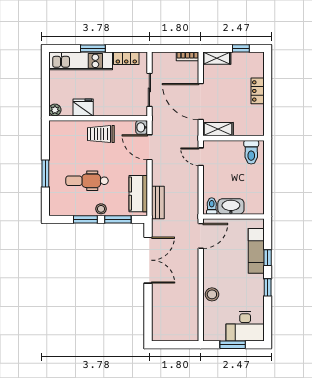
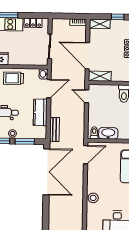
door: (149, 147) -> (49, 89), swing flipped
kitchen counter: (138, 194) -> (40, 112), moved
double door: (148, 260) -> (46, 172), width x1.36

